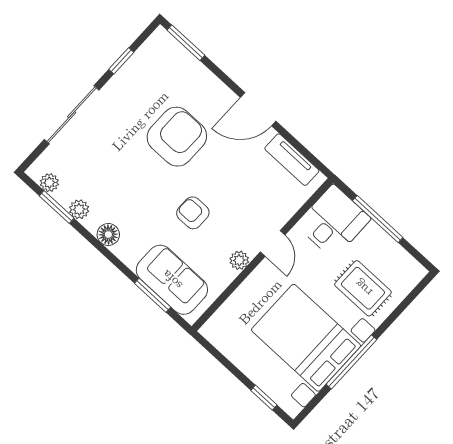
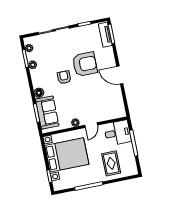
tv unit: (292, 160) -> (105, 35), moved
armchair: (193, 213) -> (64, 77), moved
floor lamp: (108, 235) -> (39, 93), moved
bed with nightstands: (306, 338) -> (67, 155), moved, turned 90

